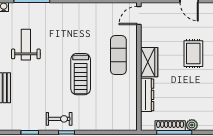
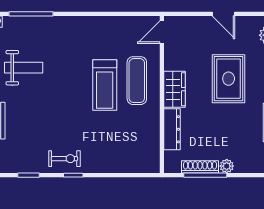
weight bench: (26, 45) -> (24, 68), turned 90
rug: (193, 54) -> (229, 79), width x1.36, depth x1.43
treadmill: (81, 74) -> (105, 85), moved

